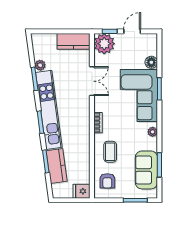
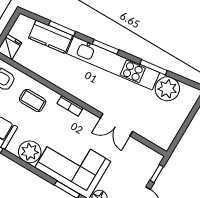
kitchen counter: (73, 41) -> (169, 130), removed
plant: (104, 44) -> (147, 160), removed
plant: (40, 65) -> (167, 89), width x1.87, depth x1.87
plant: (153, 132) -> (30, 152), width x1.88, depth x1.88

